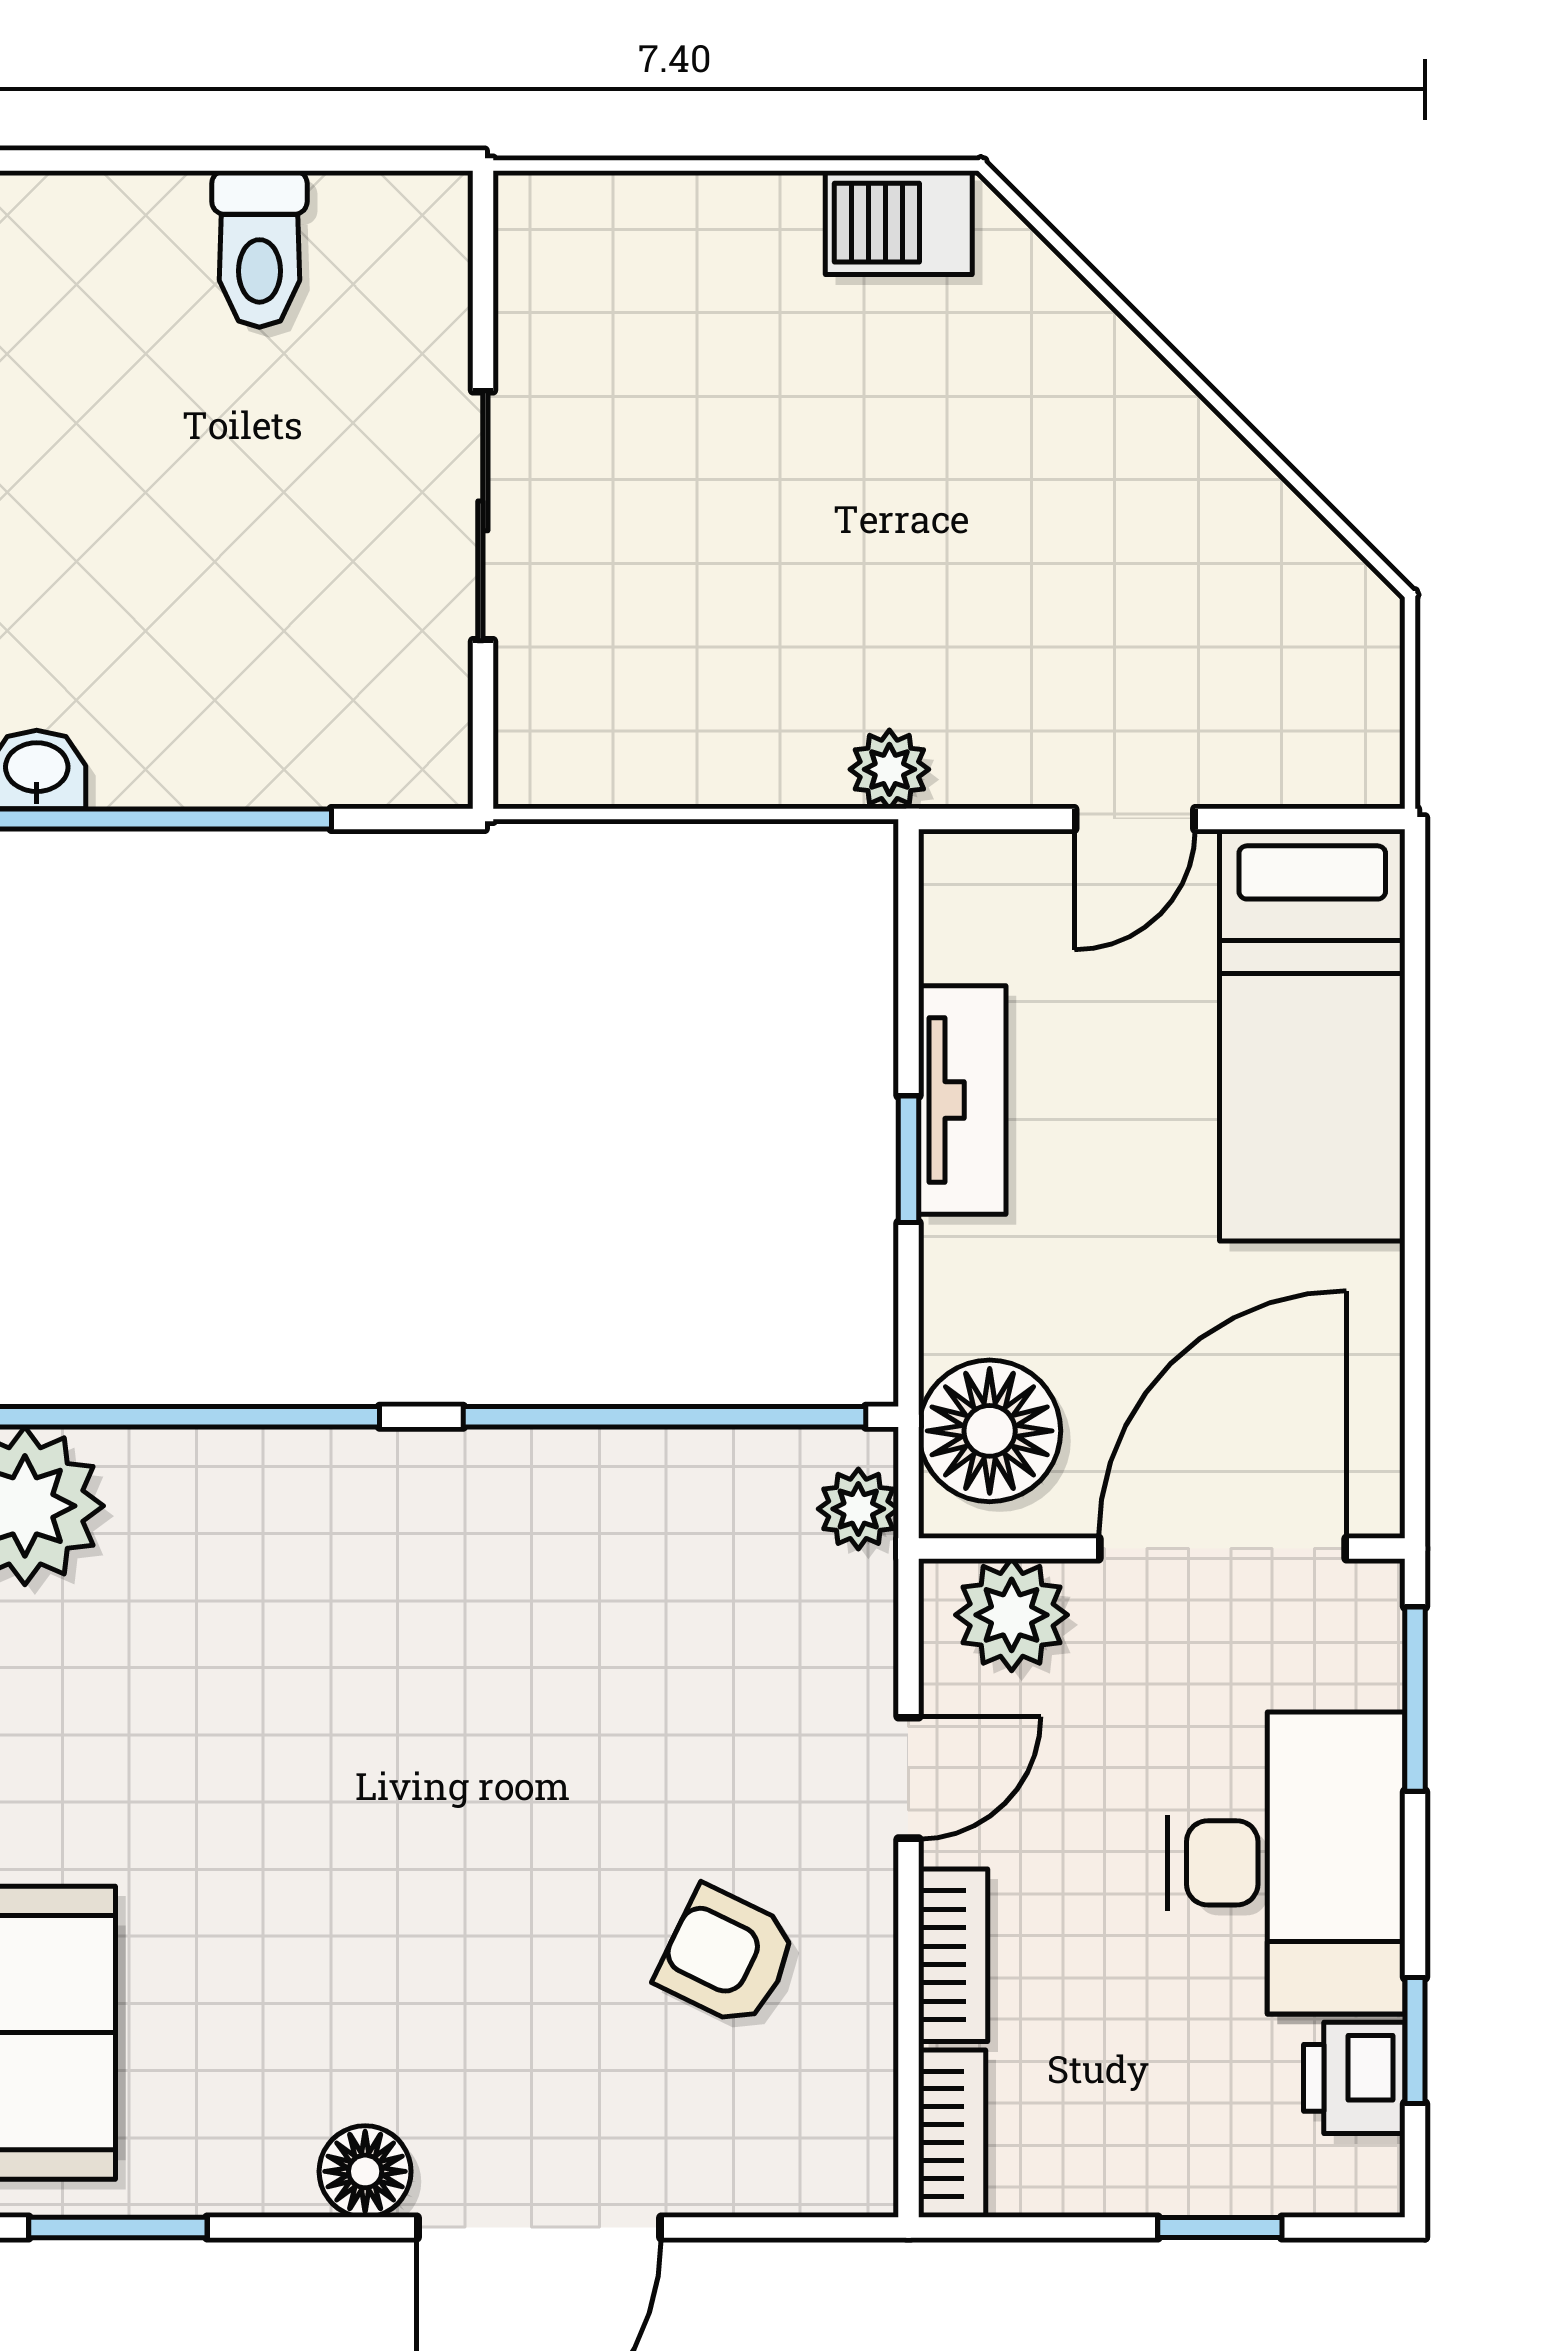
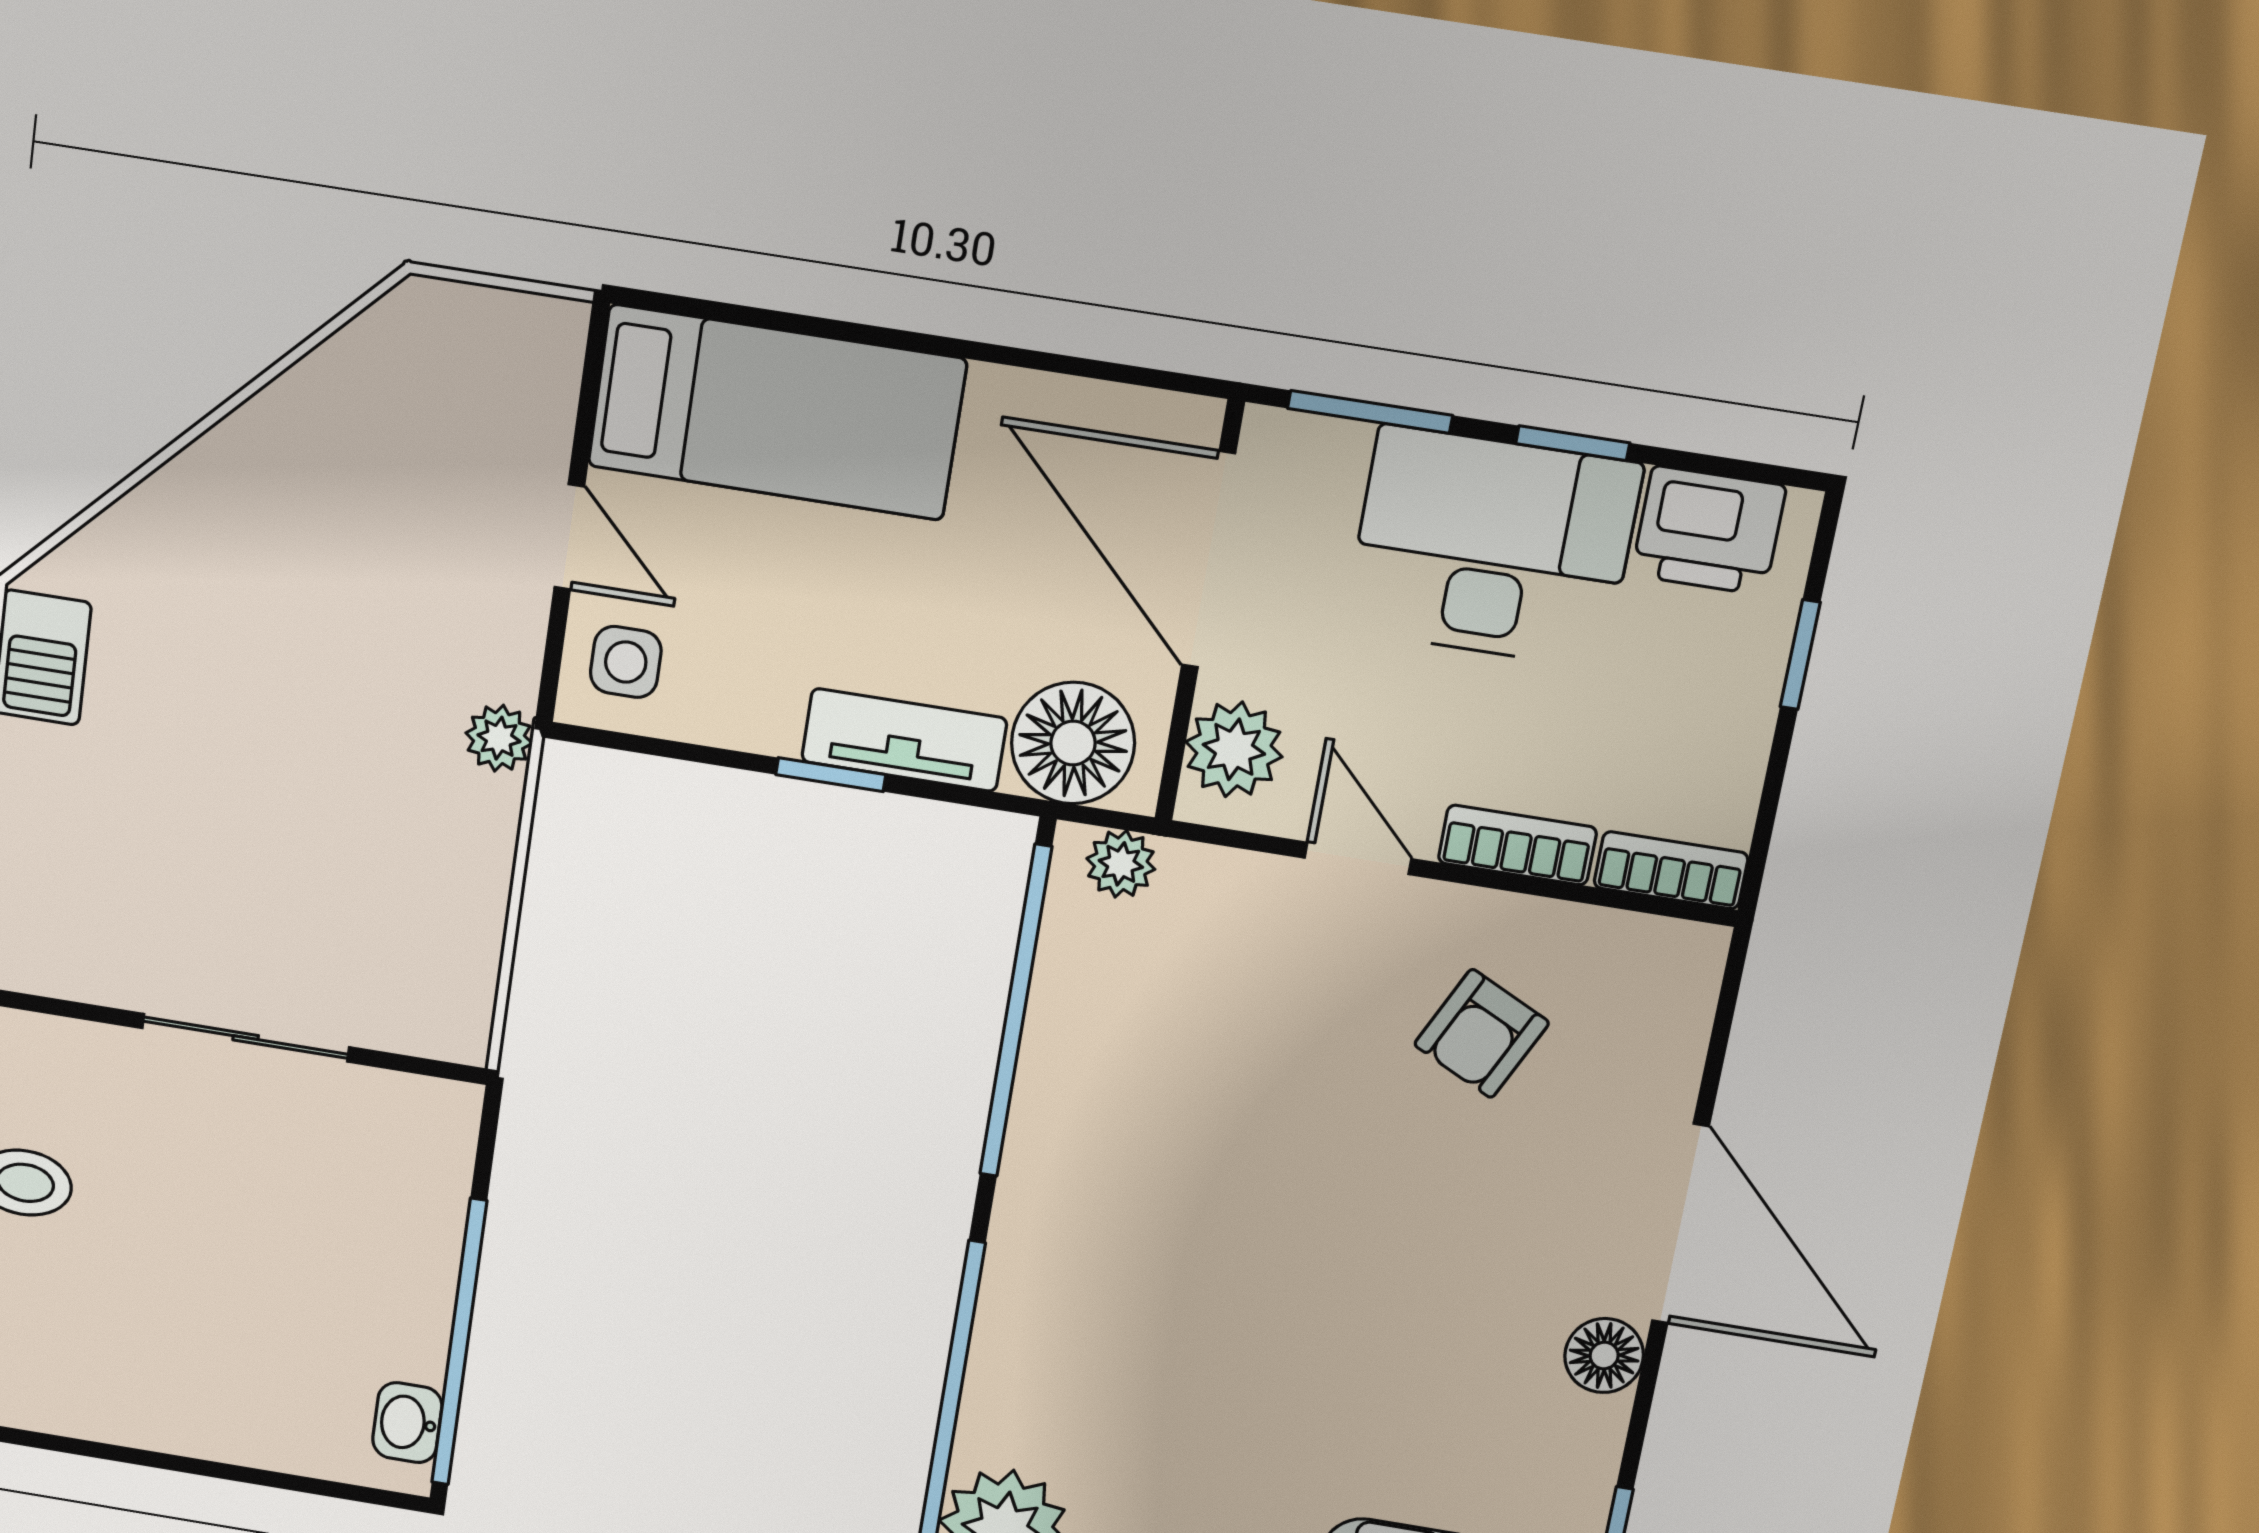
side table: (1001, 904) -> (626, 662), added
tv unit: (962, 1100) -> (904, 740), moved
window: (1415, 2040) -> (1573, 443), moved
printer: (1354, 2078) -> (1709, 530), width x1.36, depth x1.24

